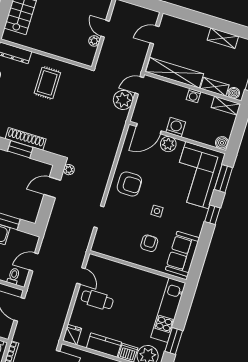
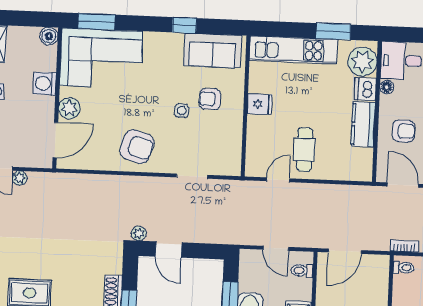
plant: (123, 100) -> (20, 178), width x0.53, depth x0.53
washing machine: (176, 127) -> (45, 83), moved
door: (149, 129) -> (55, 140), hinge flipped
armchair: (129, 184) -> (137, 147), turned 107
side table: (157, 211) -> (182, 111), moved
window: (212, 215) -> (184, 25), moved
fridge: (72, 335) -> (260, 104), moved, turned 180

